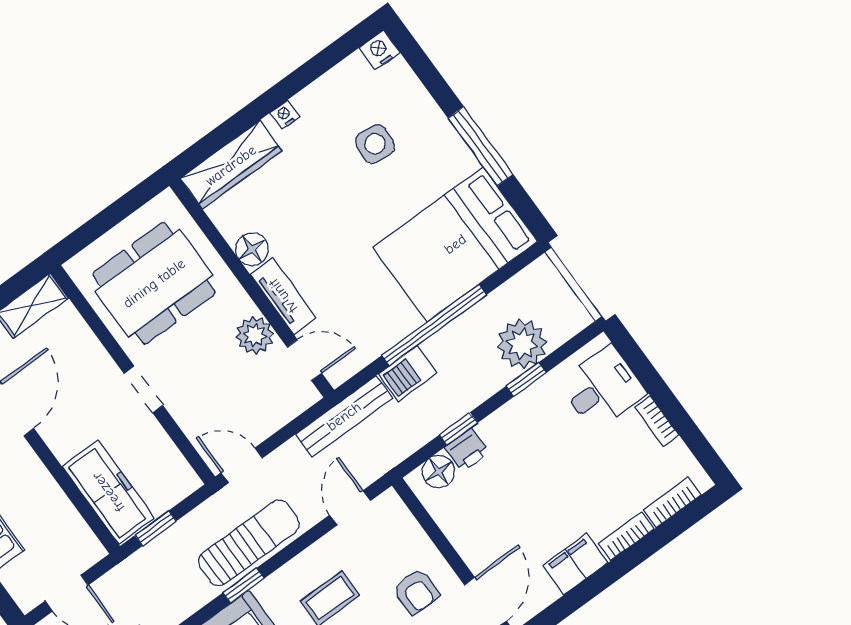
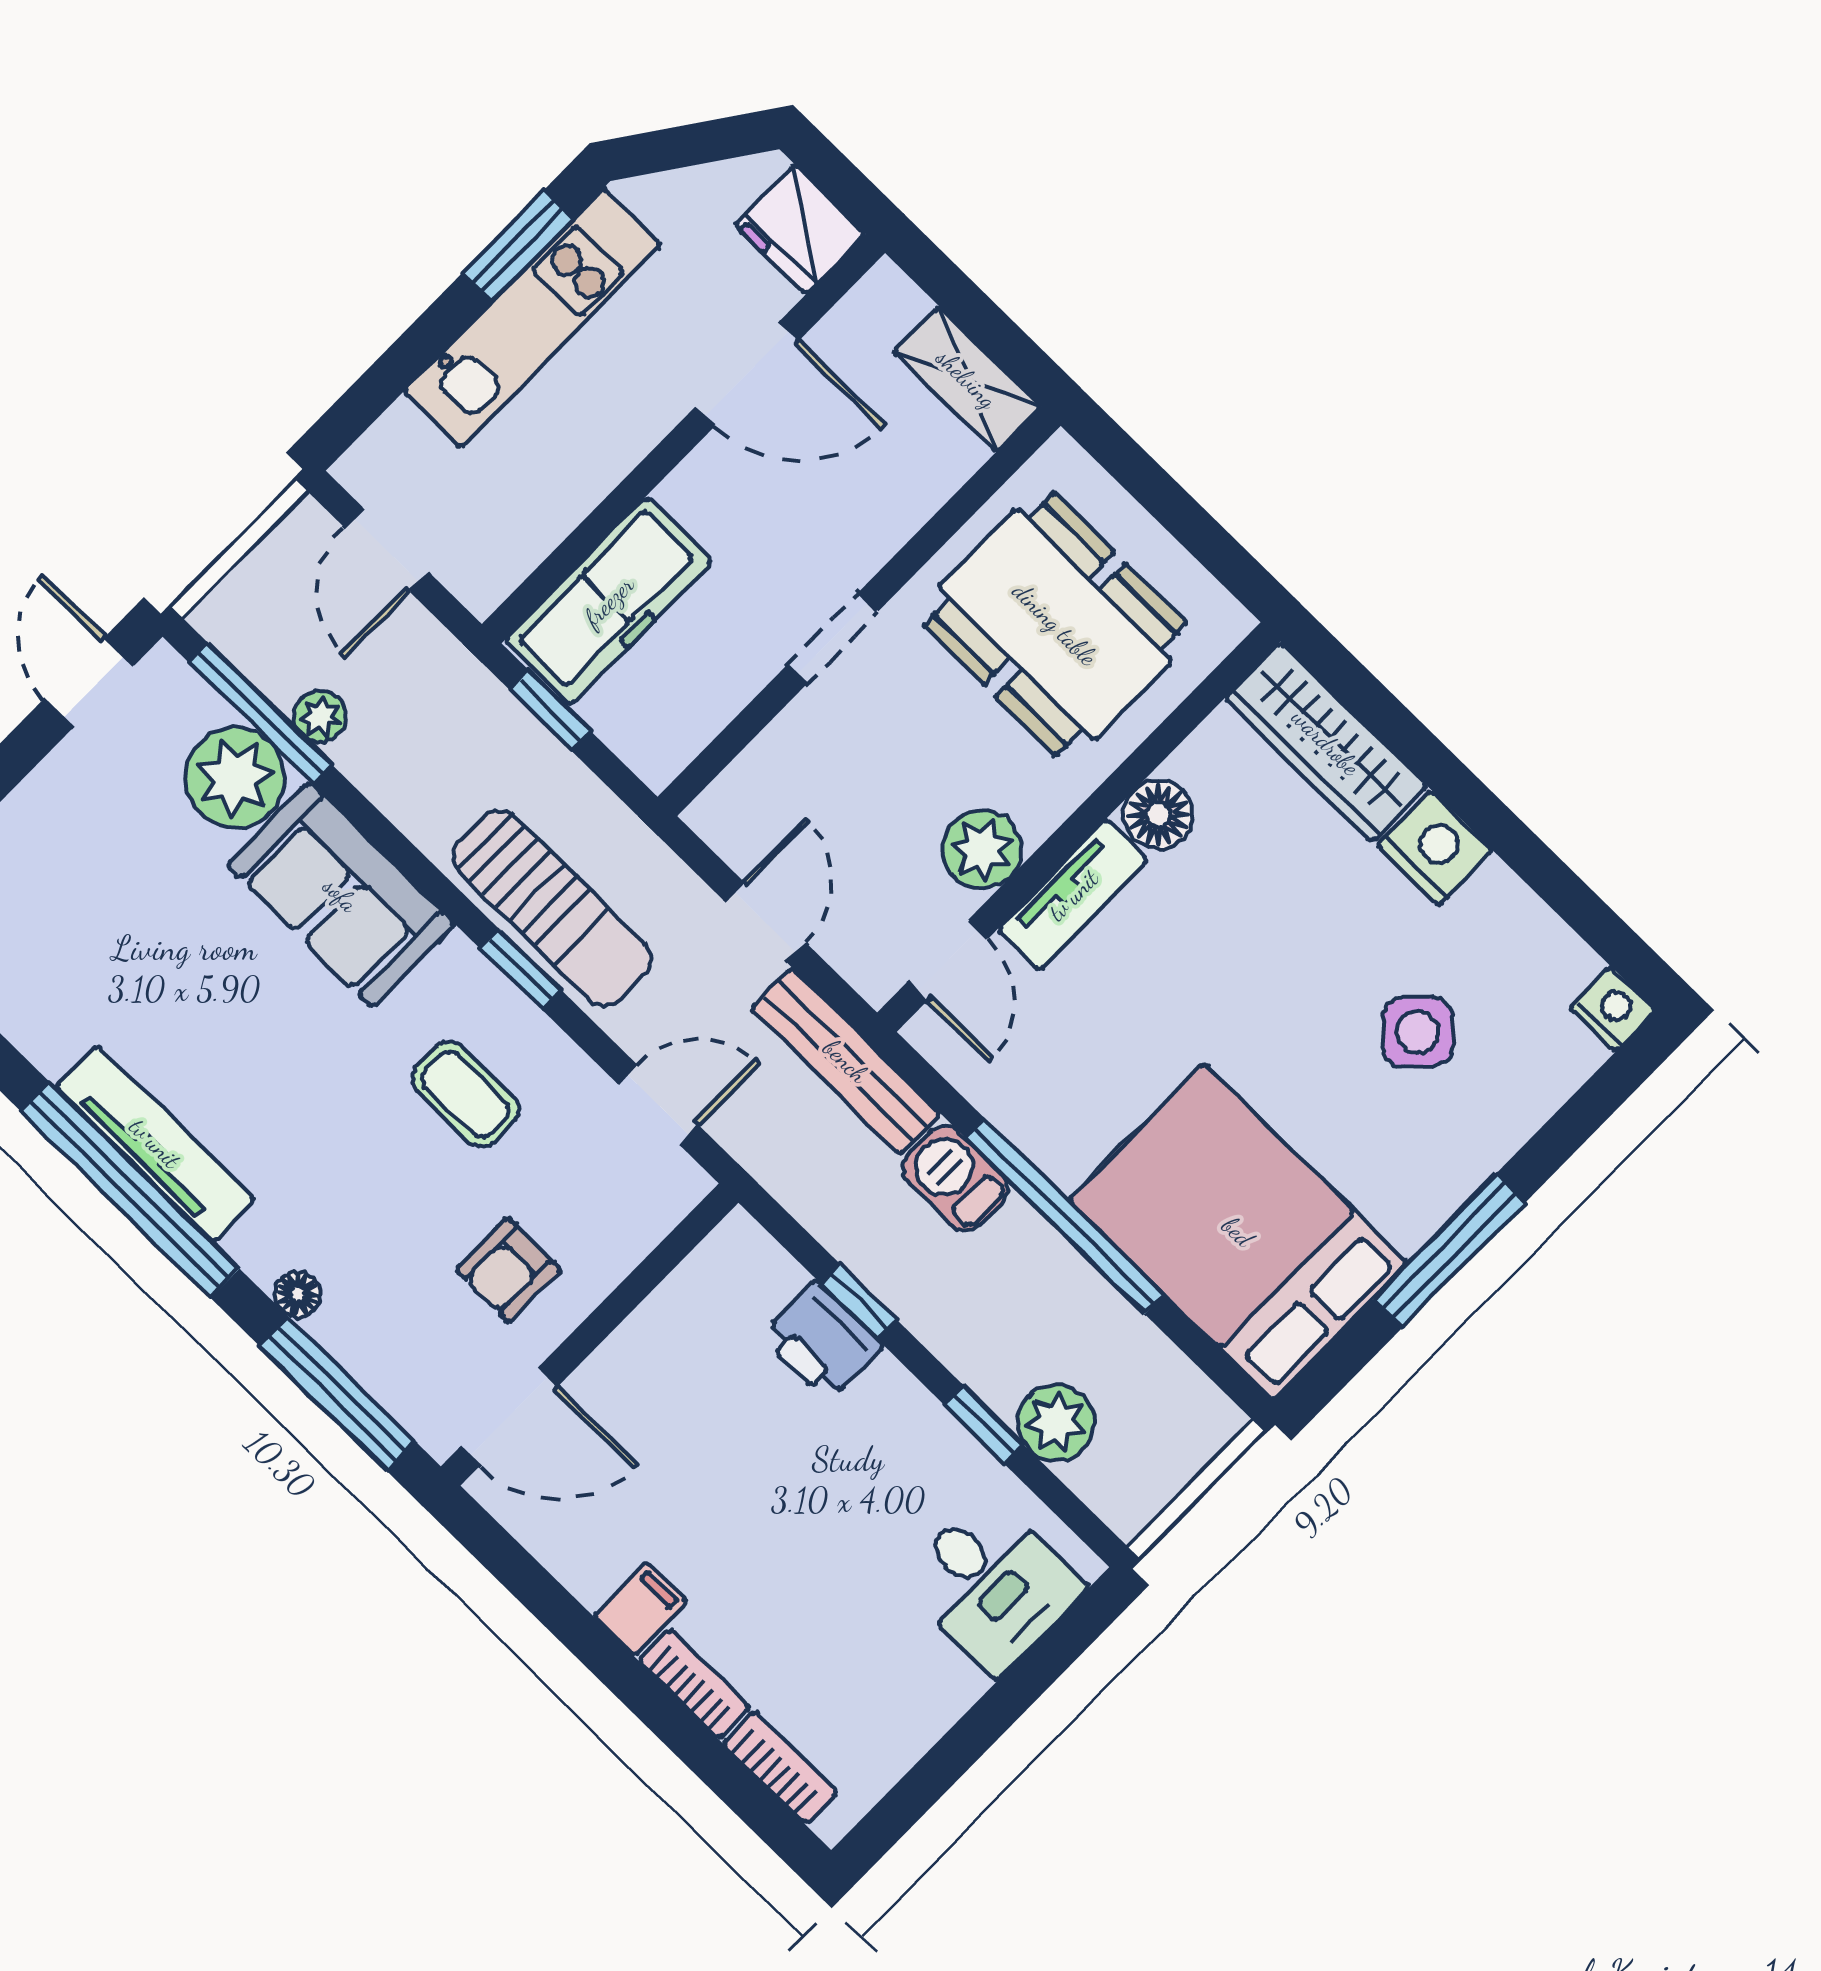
nightstand: (285, 115) -> (1435, 848), width x1.89, depth x1.79
side table: (375, 144) -> (1418, 1032), turned 38
plant: (522, 344) -> (1056, 1423), width x0.73, depth x0.73
bookcase: (657, 421) -> (942, 1708), removed
printer: (467, 450) -> (822, 1341), width x1.36, depth x1.24
door: (242, 465) -> (765, 922), moved
floor lamp: (438, 471) -> (764, 1275), removed
filing cabinet: (575, 564) -> (640, 1609), width x0.50
window: (244, 585) -> (521, 970), moved

